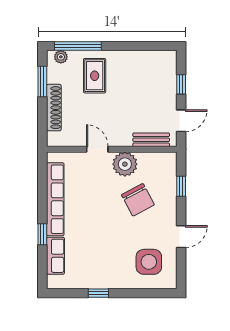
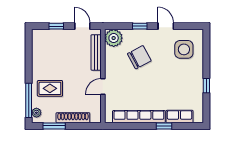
bench: (151, 140) -> (96, 52), width x1.36
plant: (125, 164) -> (114, 38), moved
window: (181, 186) -> (140, 26), moved

